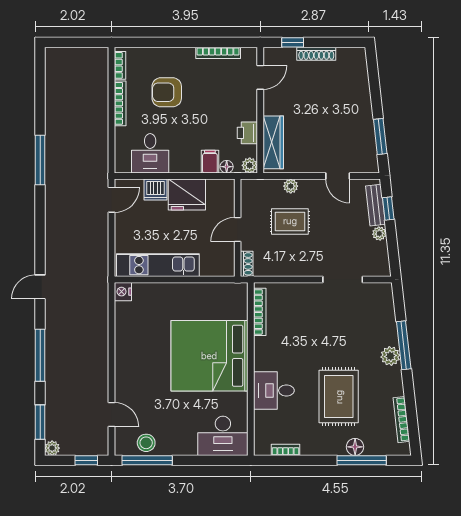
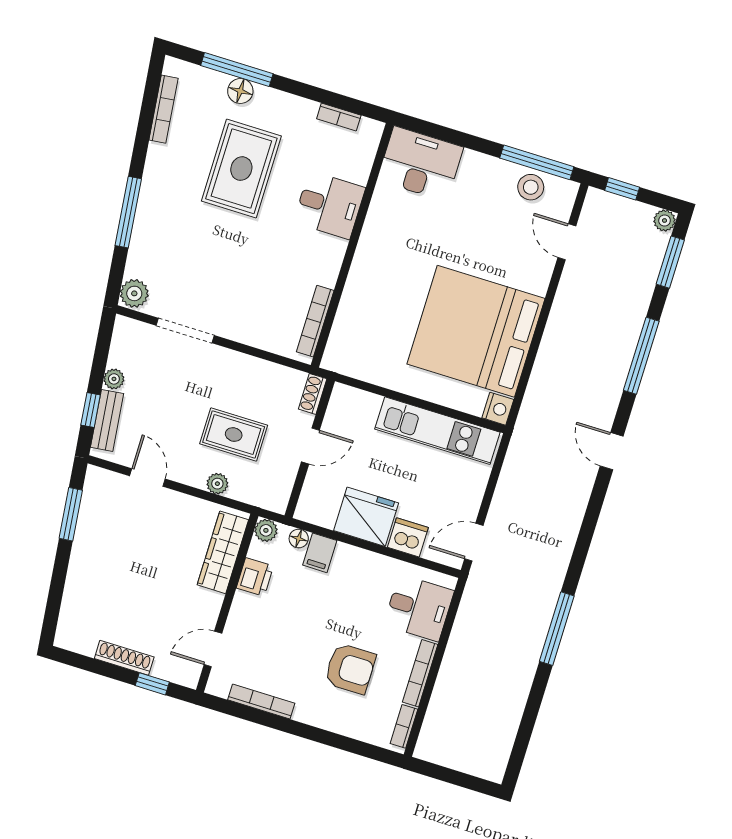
desk: (150, 153) -> (419, 608), moved, turned 90
door: (40, 287) -> (612, 451), swing flipped
bed: (209, 356) -> (476, 331), moved, turned 180
plant: (390, 356) -> (134, 293), moved

